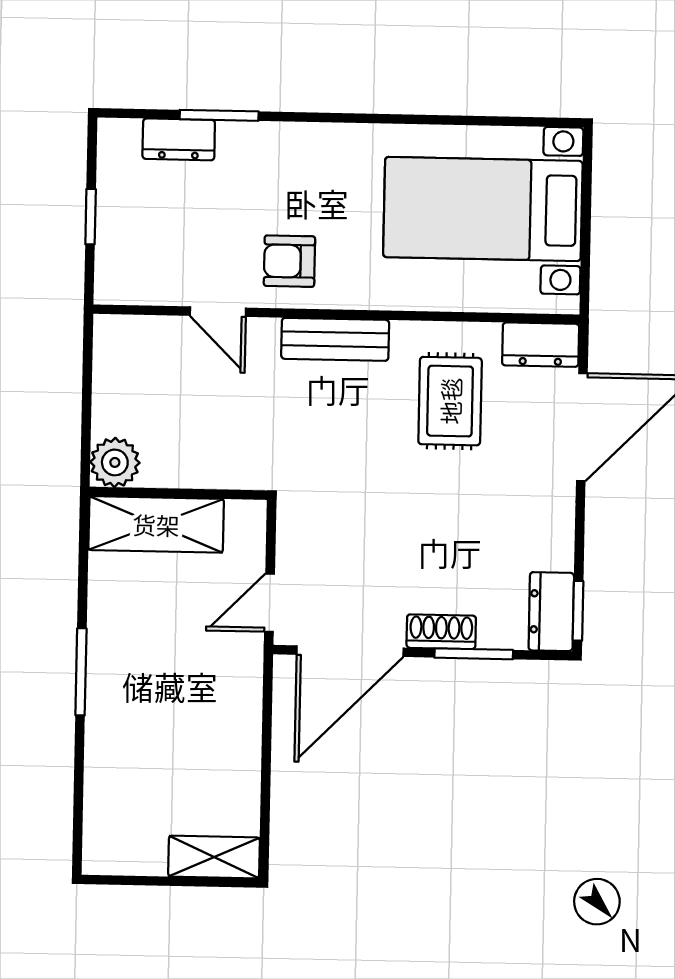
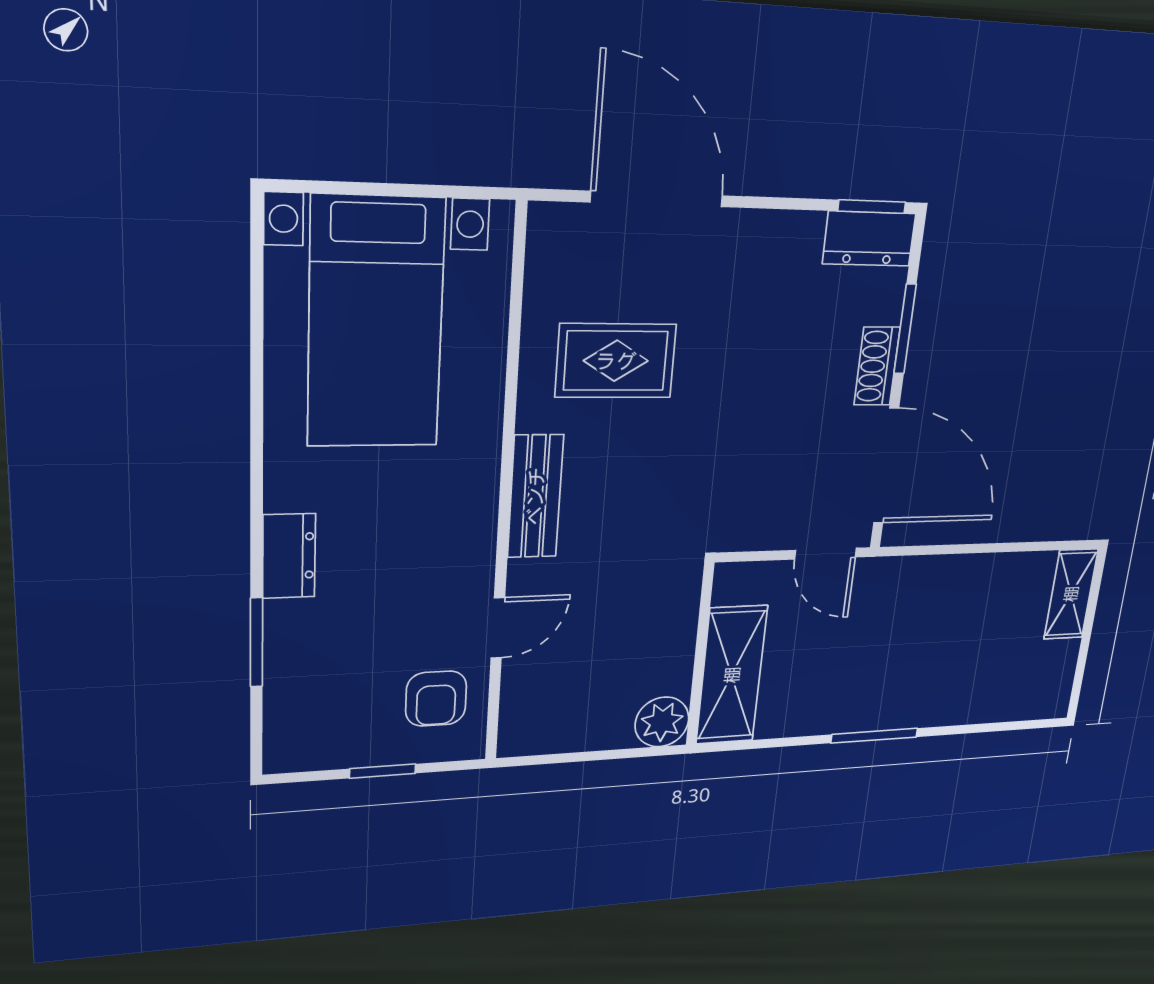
dresser: (179, 139) -> (289, 556), moved
armchair: (289, 261) -> (436, 699), moved
dresser: (541, 345) -> (552, 250), removed

